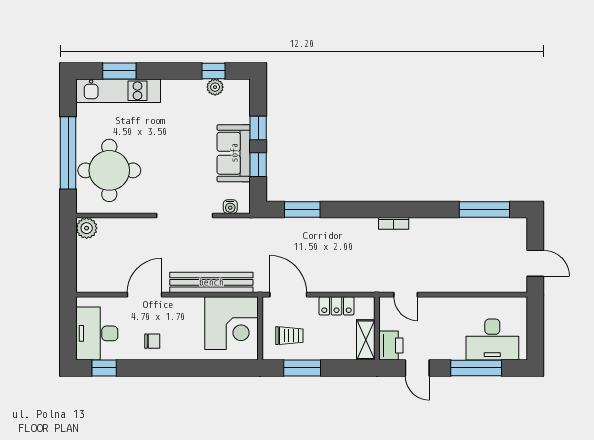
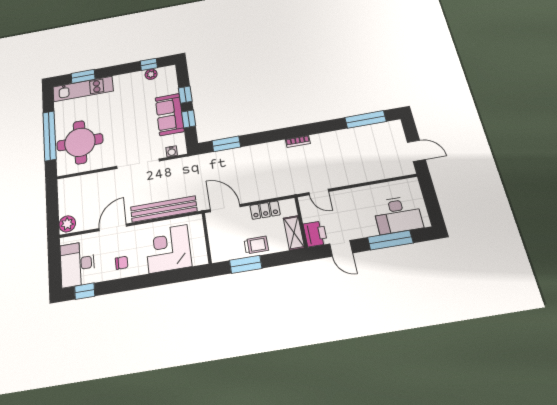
plant: (87, 228) -> (67, 224), moved
corner desk: (231, 323) -> (168, 249), moved, turned 180
trolley: (289, 336) -> (256, 245), moved

